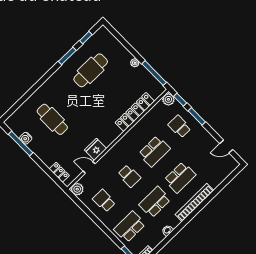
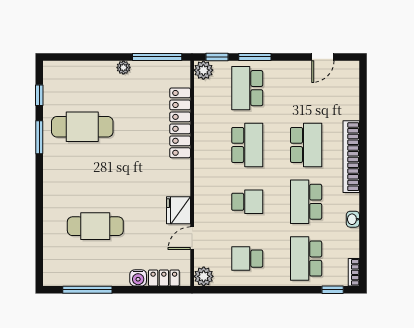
cafe table: (91, 70) -> (82, 127), turned 90
school desk: (180, 127) -> (247, 88), width x1.85
water cooler: (26, 138) -> (138, 278), moved

